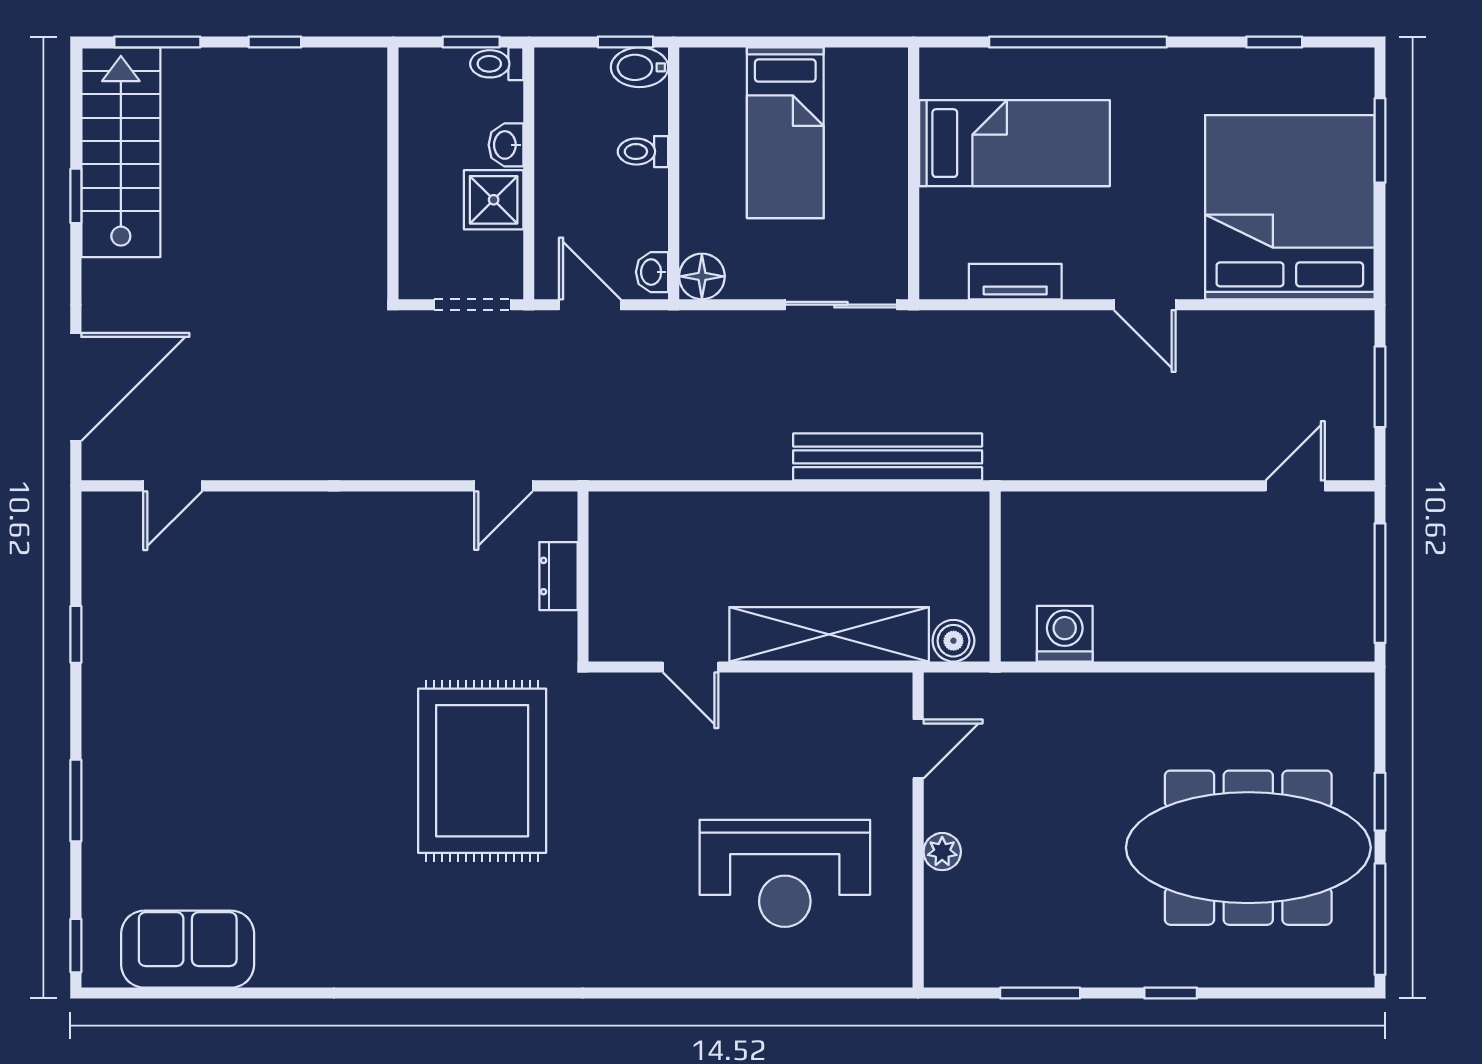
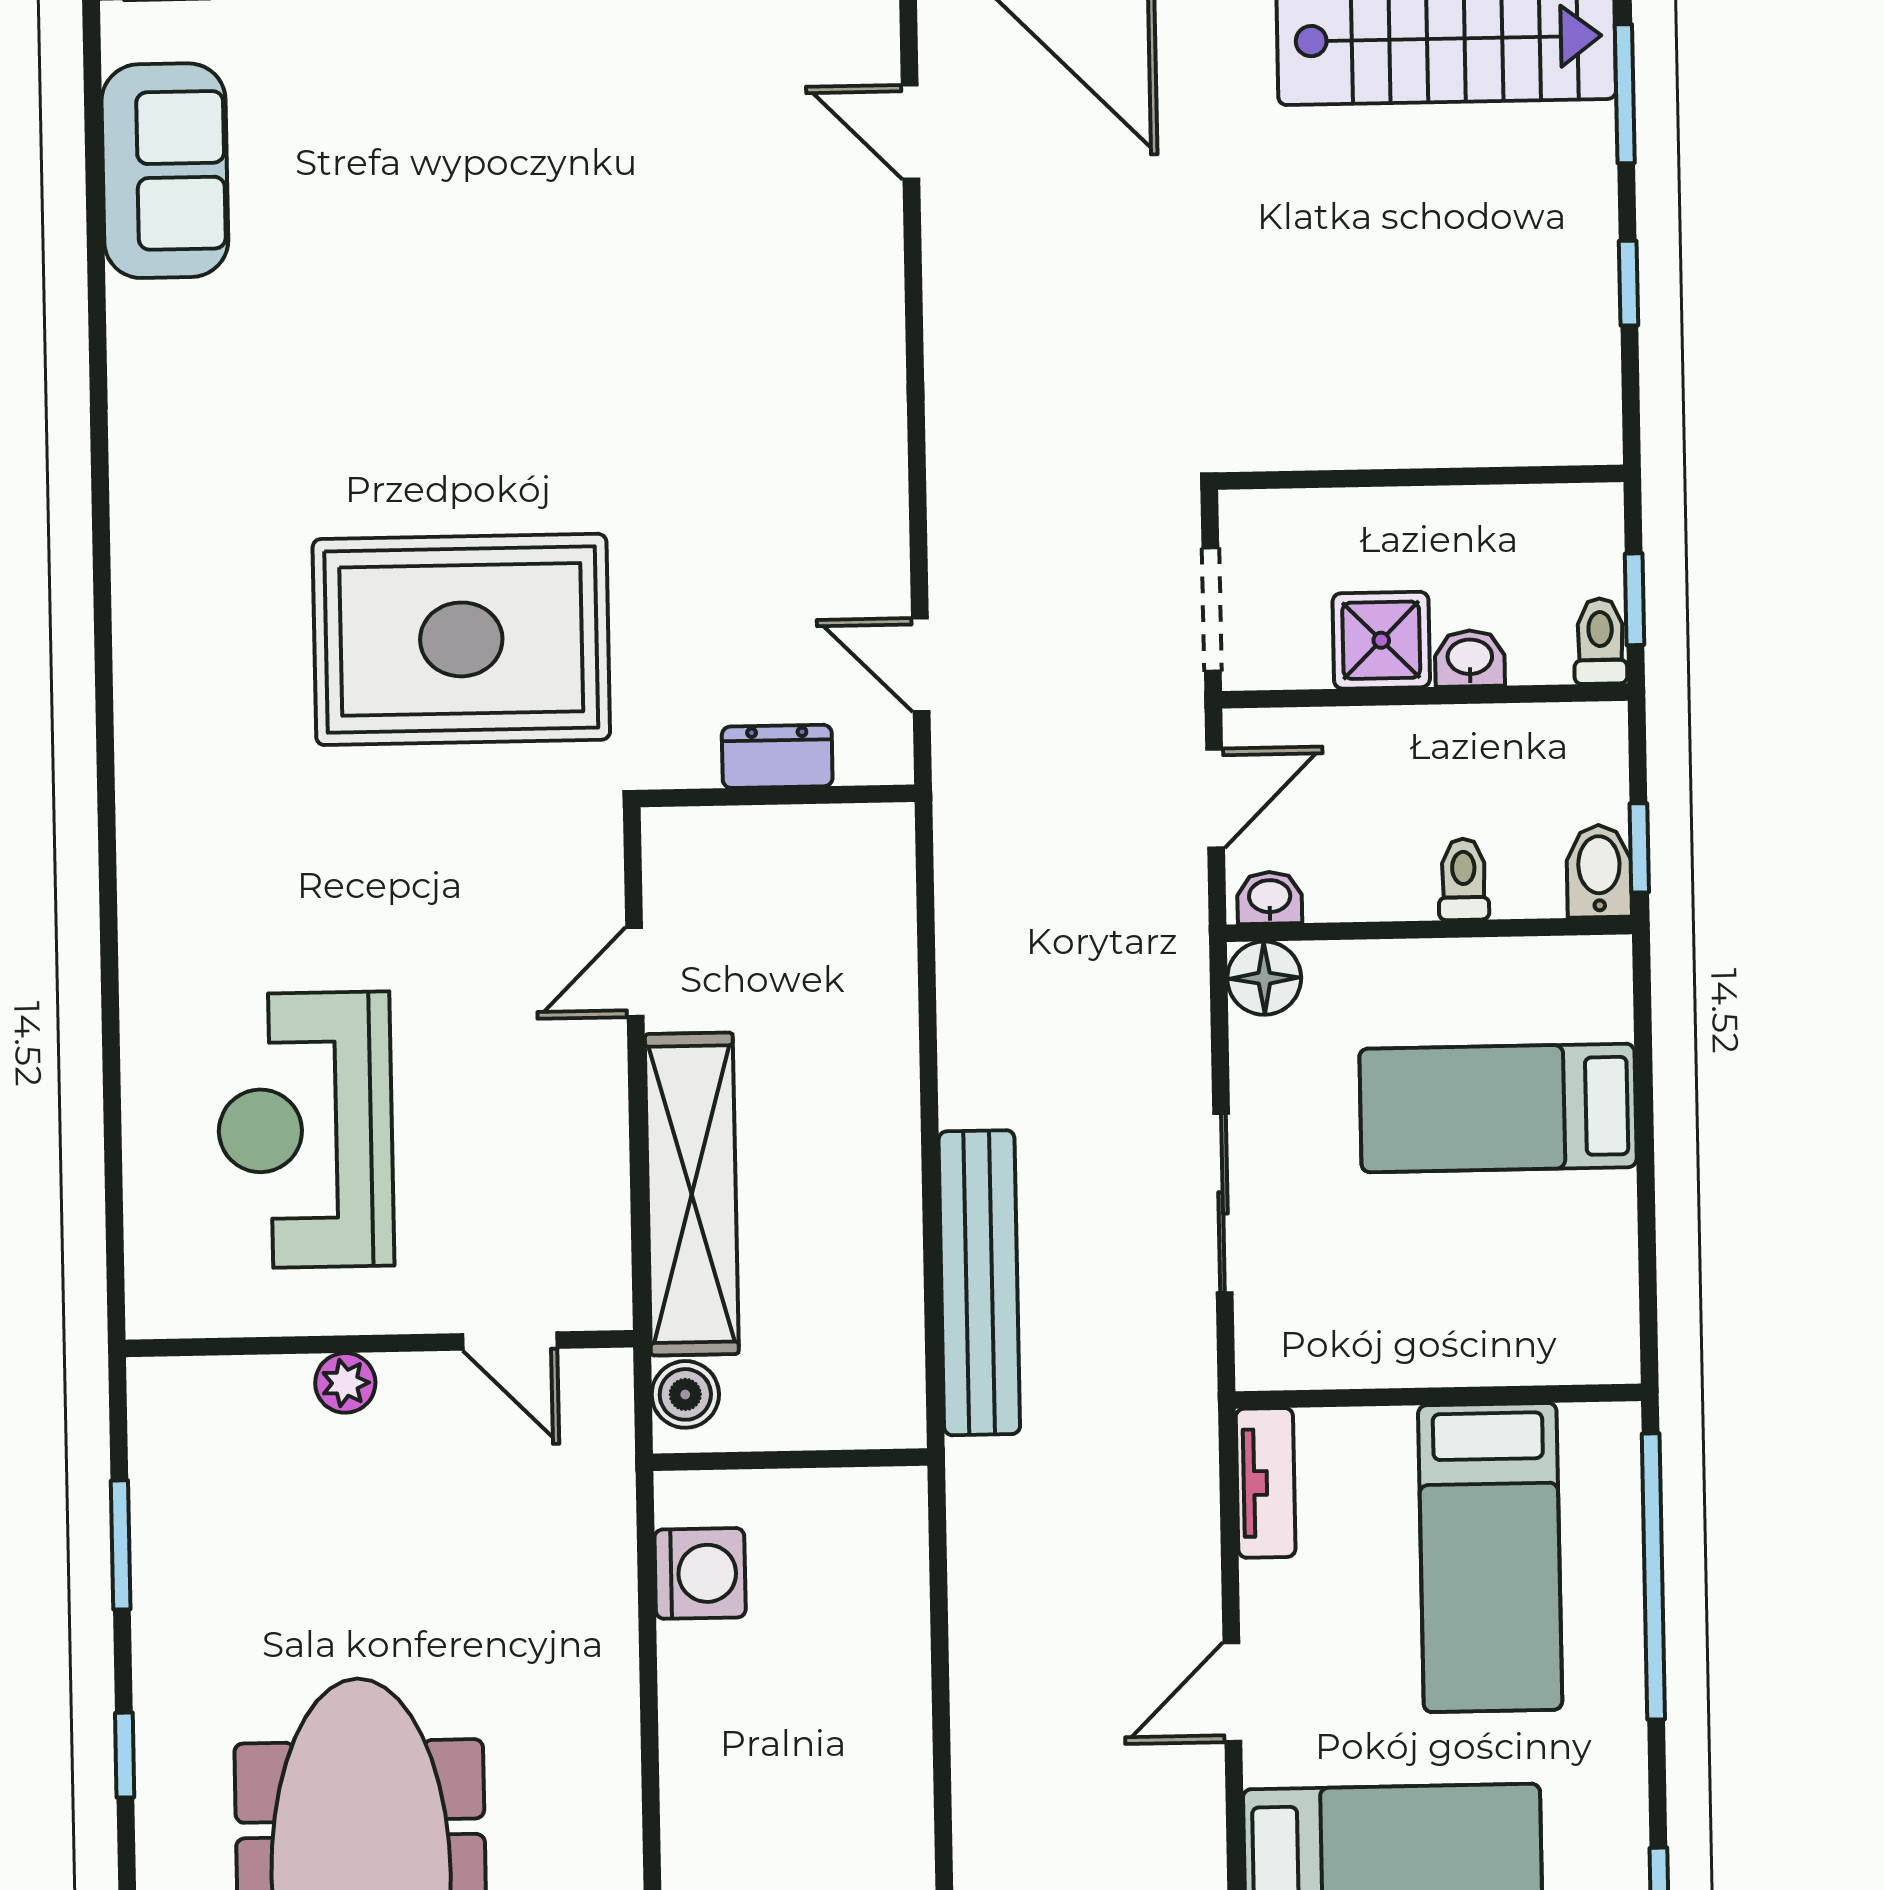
bed: (1014, 143) -> (1490, 1557), moved
wall: (914, 173) -> (1438, 1396), moved

